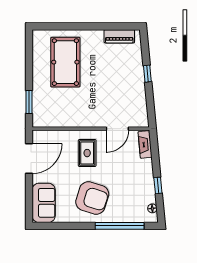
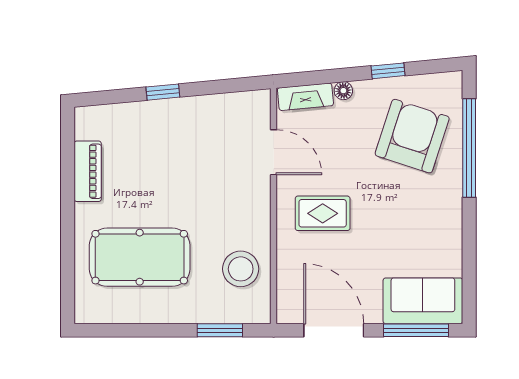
piano: (119, 36) -> (88, 171), moved
stool: (60, 112) -> (241, 269), added
armchair: (92, 198) -> (412, 136), moved
window: (29, 199) -> (416, 330), added
floor lamp: (152, 208) -> (343, 91), moved

